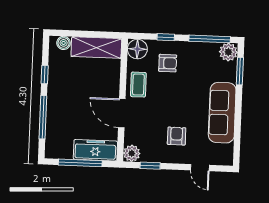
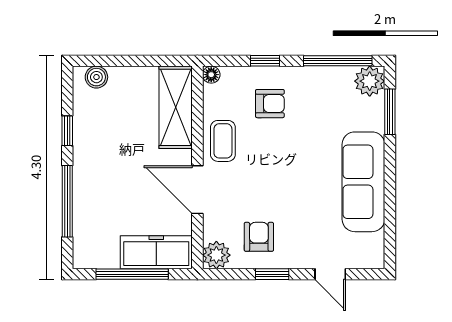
shelving: (96, 48) -> (176, 107), moved, turned 90
floor lamp: (137, 49) -> (211, 75), width x0.53, depth x0.53
armchair: (177, 136) -> (259, 237), moved
window: (150, 166) -> (272, 274), moved

